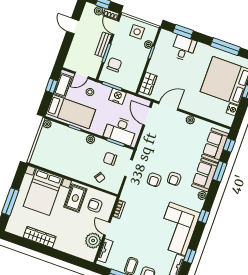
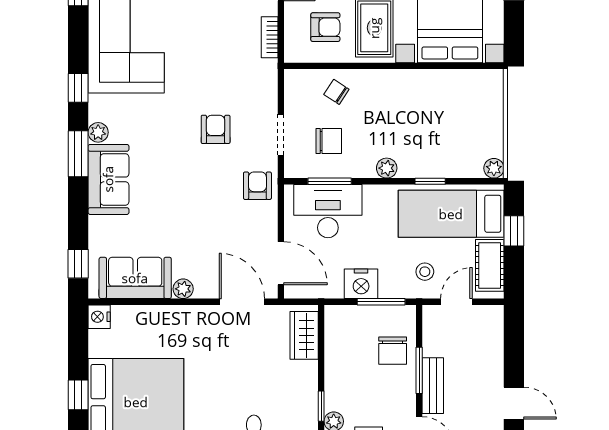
window: (52, 86) -> (514, 231), moved
door: (168, 106) -> (242, 302), swing flipped
nightstand: (232, 109) -> (99, 317), moved
sofa: (215, 145) -> (135, 278), moved, turned -90
window: (220, 171) -> (78, 154), moved
armchair: (174, 179) -> (257, 186), moved

